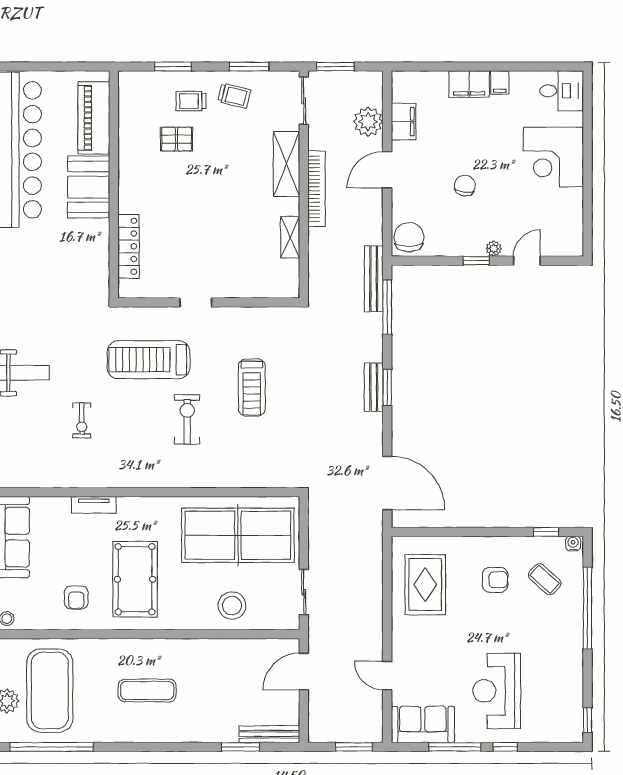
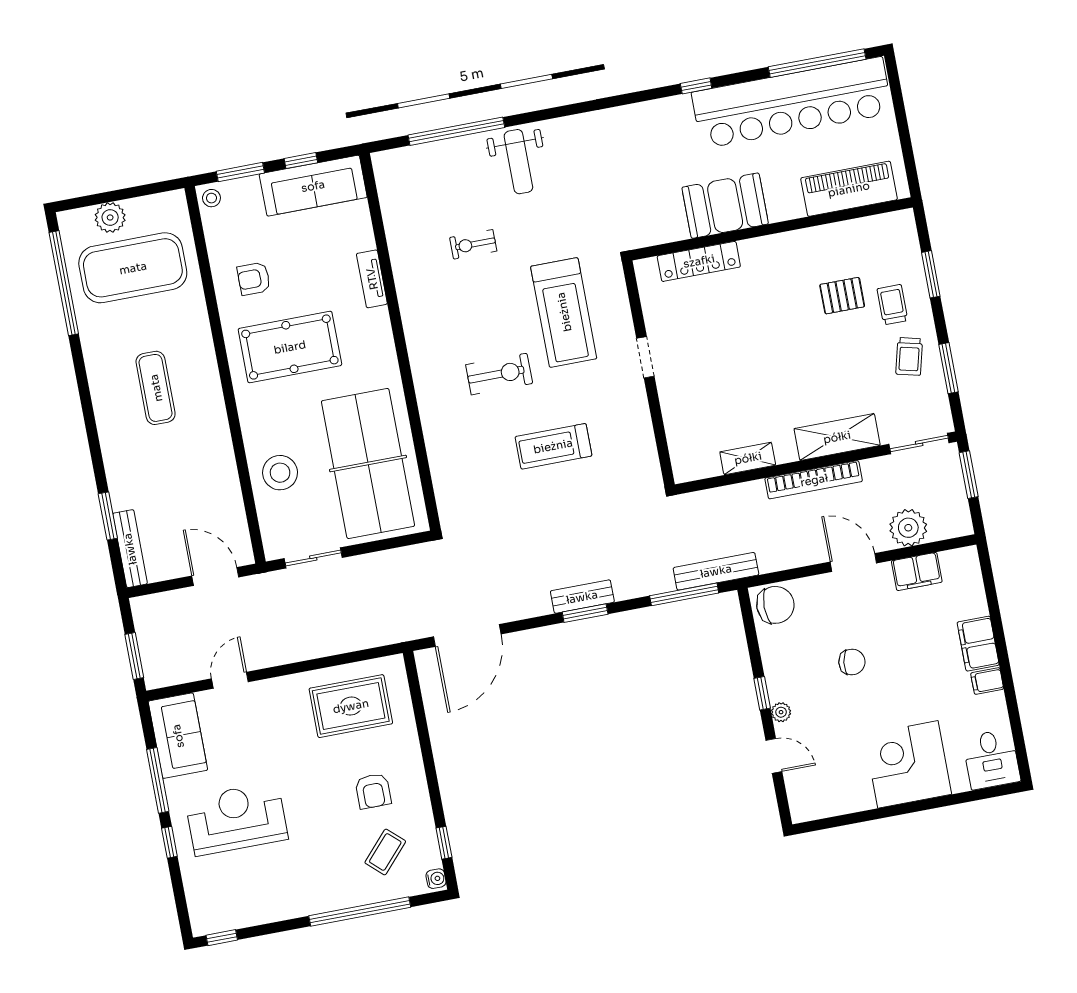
pallet: (177, 139) -> (842, 296), turned 90
booth: (89, 187) -> (725, 206), moved
treadmill: (148, 360) -> (564, 312), turned 180

